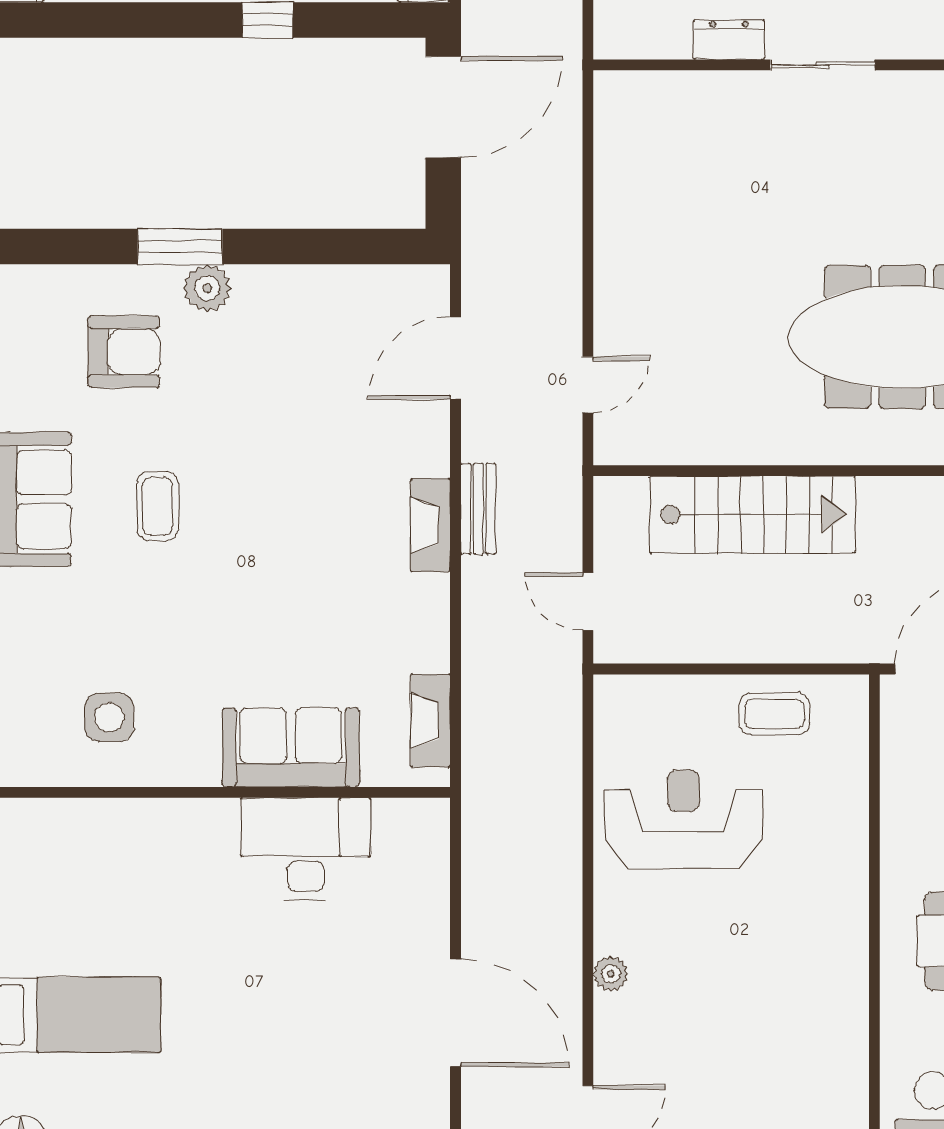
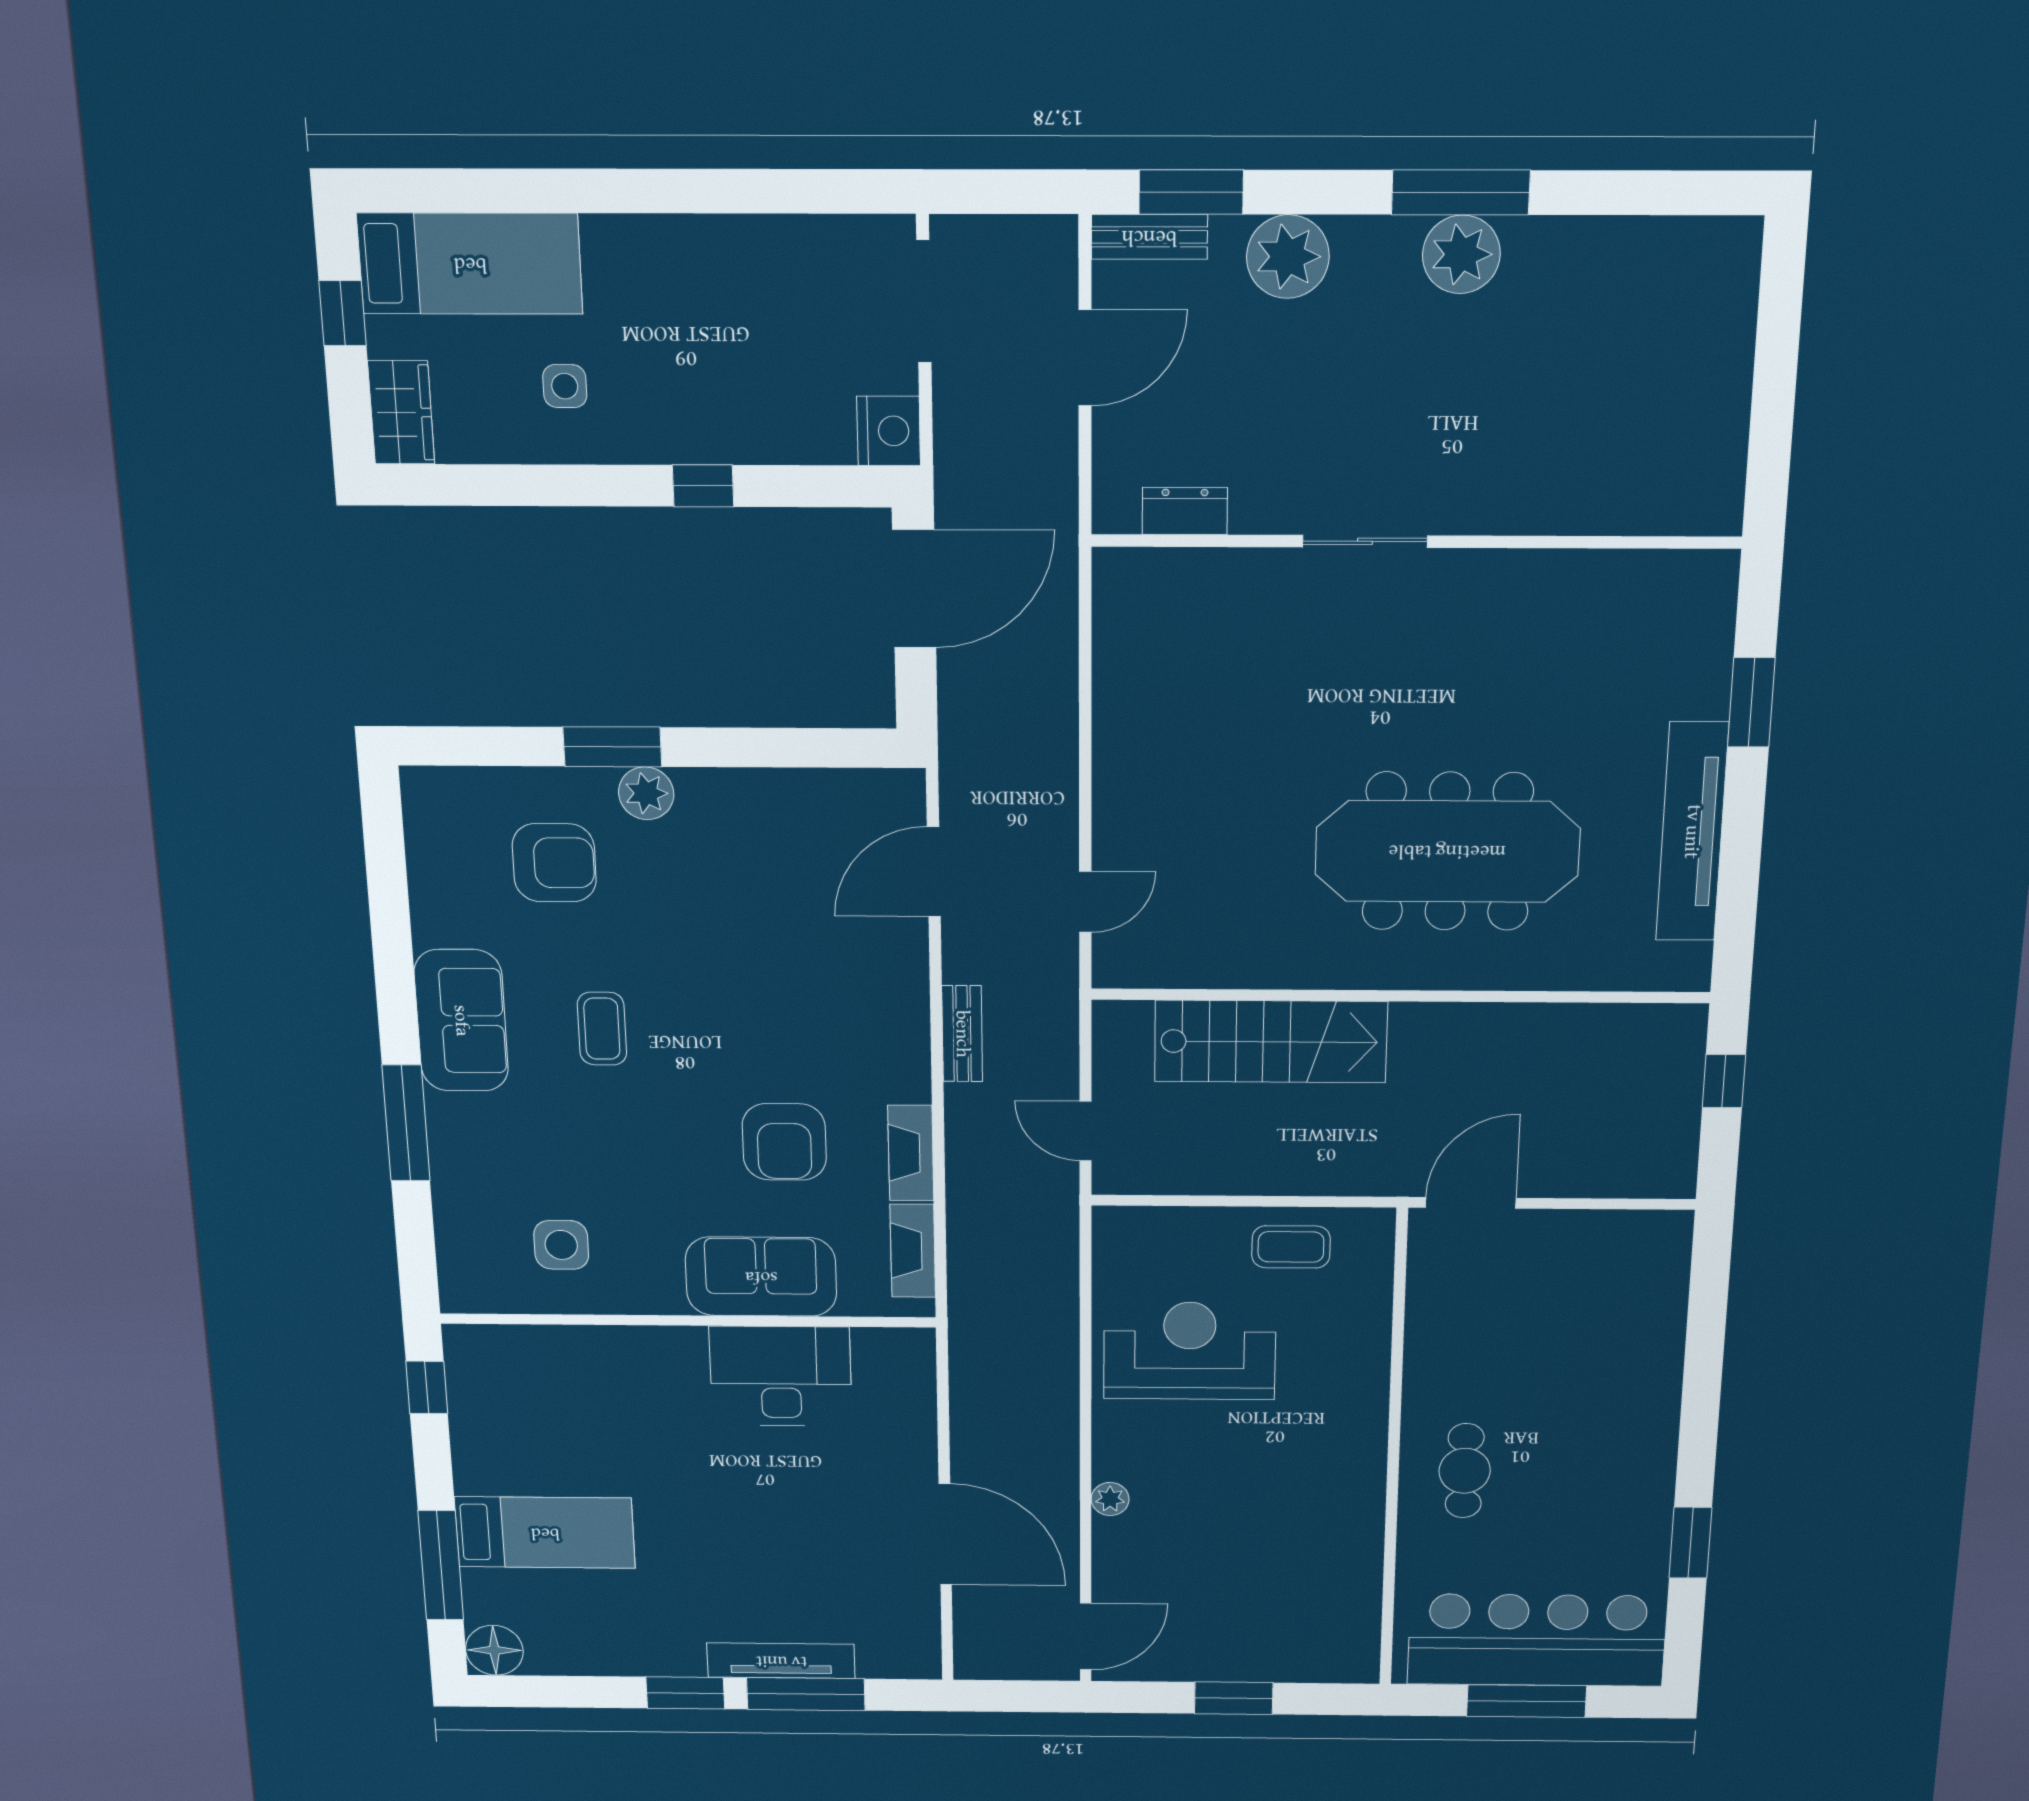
dresser: (729, 40) -> (1185, 511), moved
fireplace: (430, 525) -> (911, 1153), moved
armchair: (317, 614) -> (784, 1142), added

